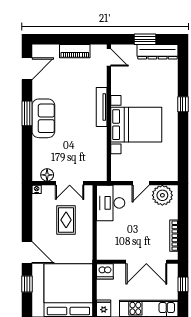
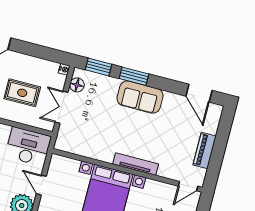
window: (27, 113) -> (134, 76), moved
window: (27, 160) -> (99, 67), added

